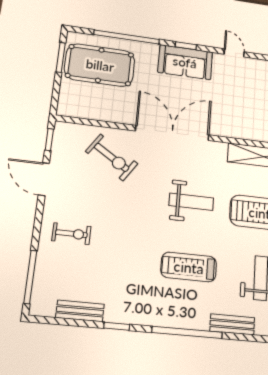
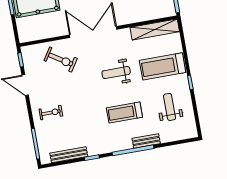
weight bench: (191, 202) -> (116, 73), turned 180
bench: (80, 311) -> (69, 155), width x1.36
bench: (232, 324) -> (146, 141), moved

